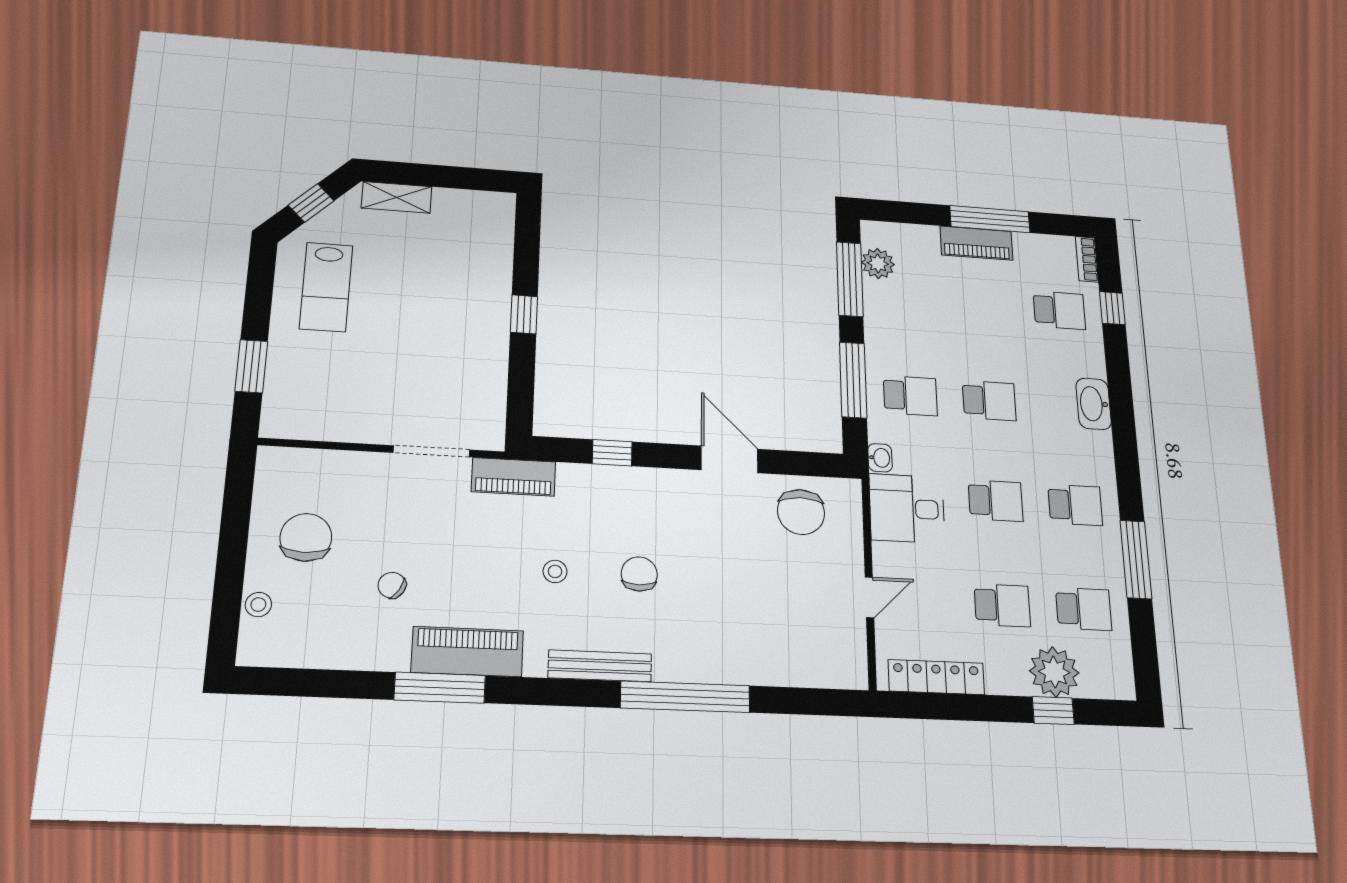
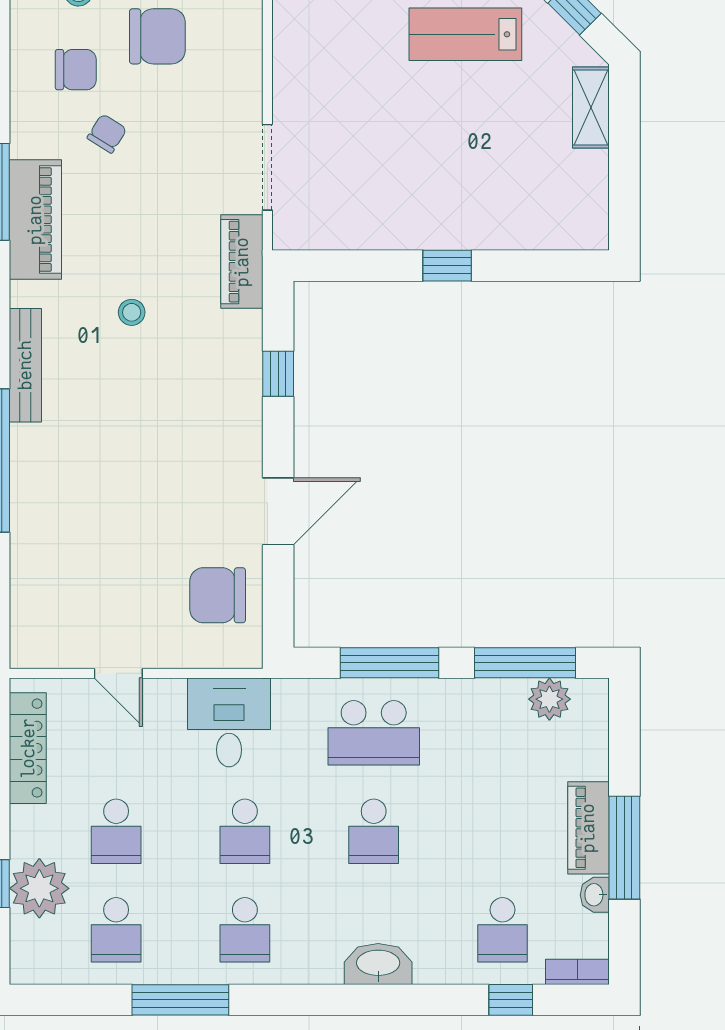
school desk: (910, 396) -> (374, 733), width x1.85
washbasin: (880, 458) -> (595, 895), moved, turned 90
chair: (639, 574) -> (76, 70), moved

